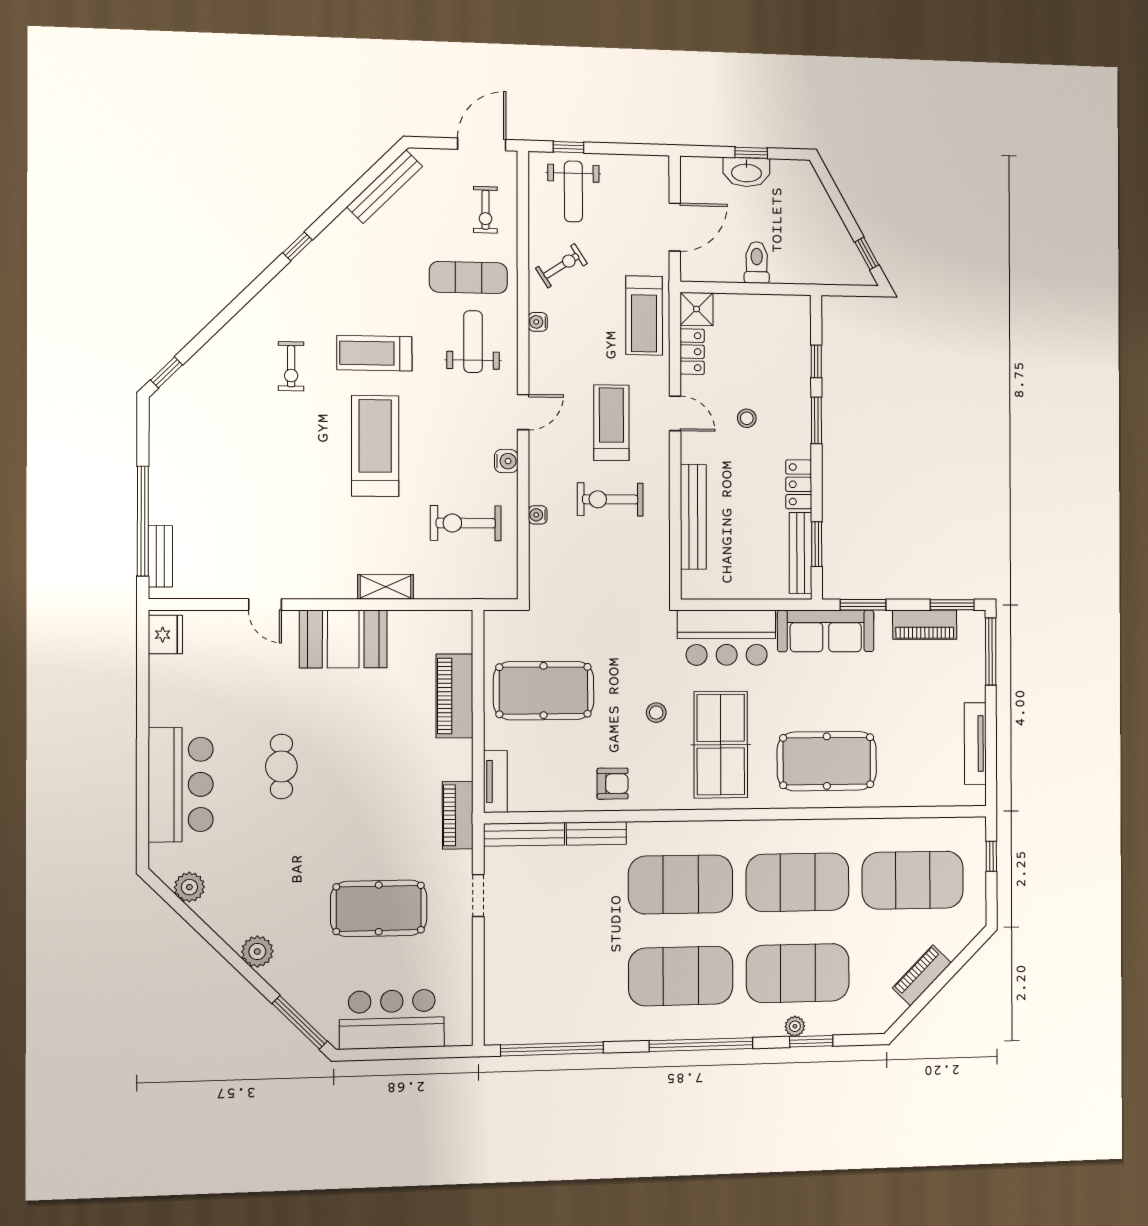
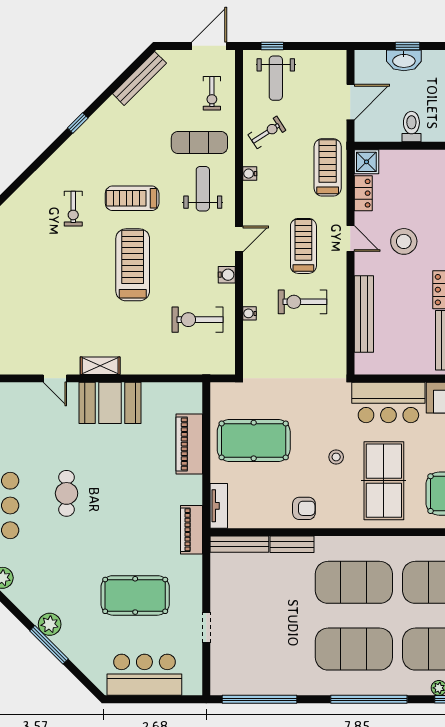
treadmill: (644, 315) -> (328, 167), turned 180
stool: (747, 418) -> (404, 241), width x1.89, depth x1.89
shelving: (386, 587) -> (100, 366), moved
doorway: (478, 896) -> (206, 628), moved
window: (300, 1022) -> (49, 645), moved

